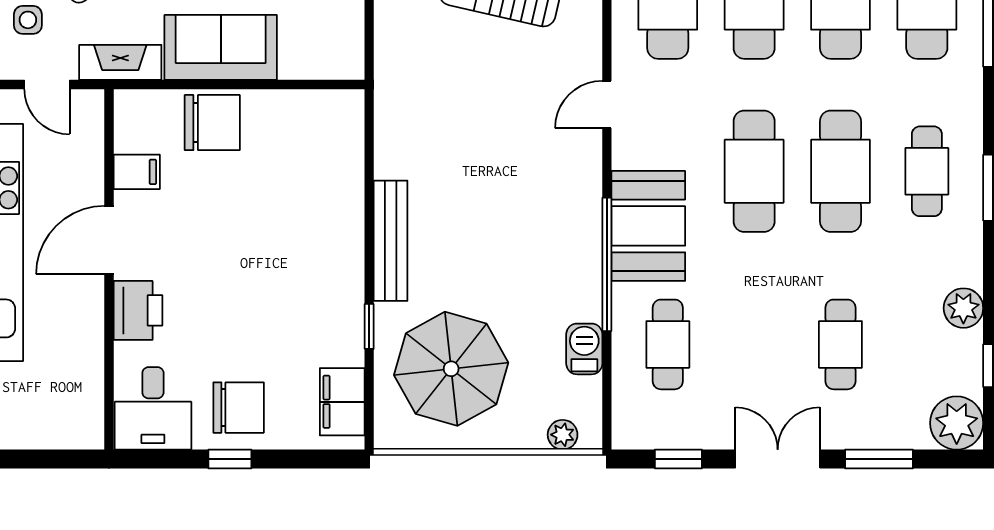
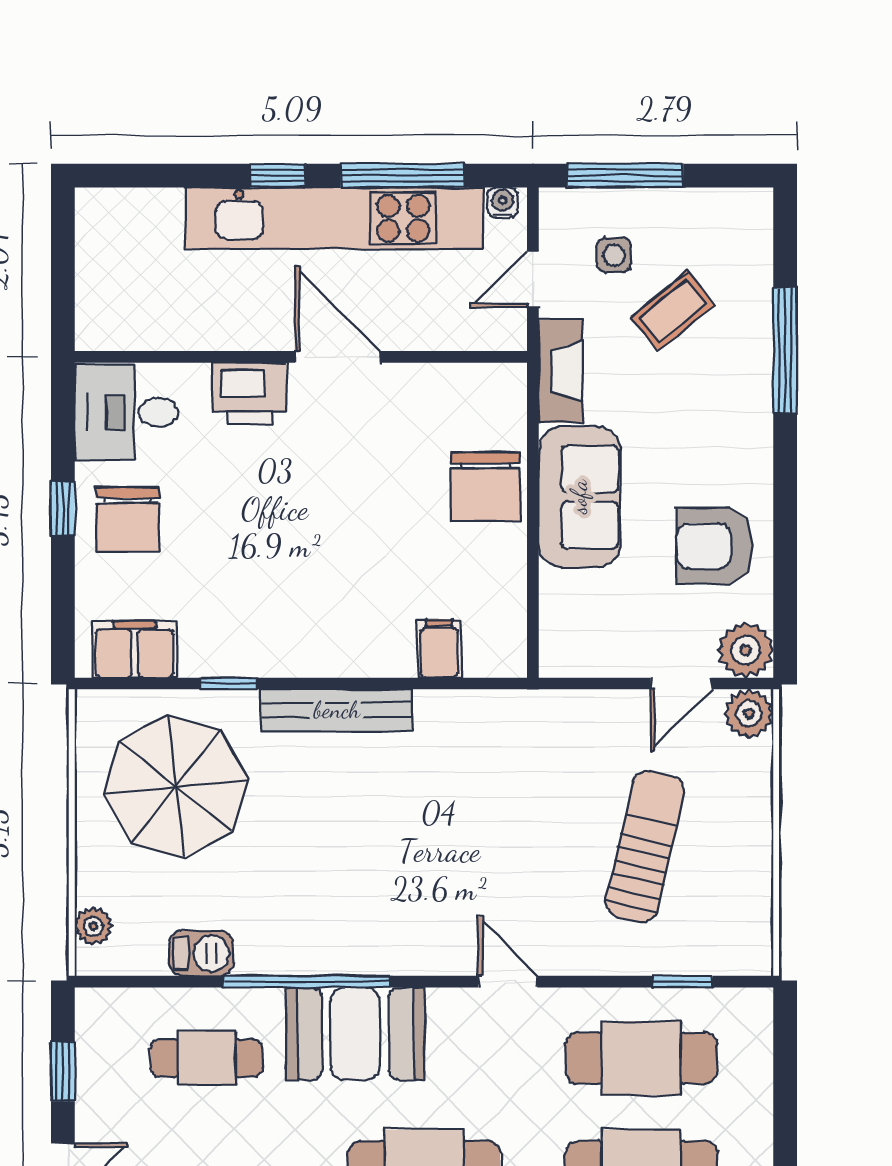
filing cabinet: (137, 172) -> (439, 649), moved, turned 180

